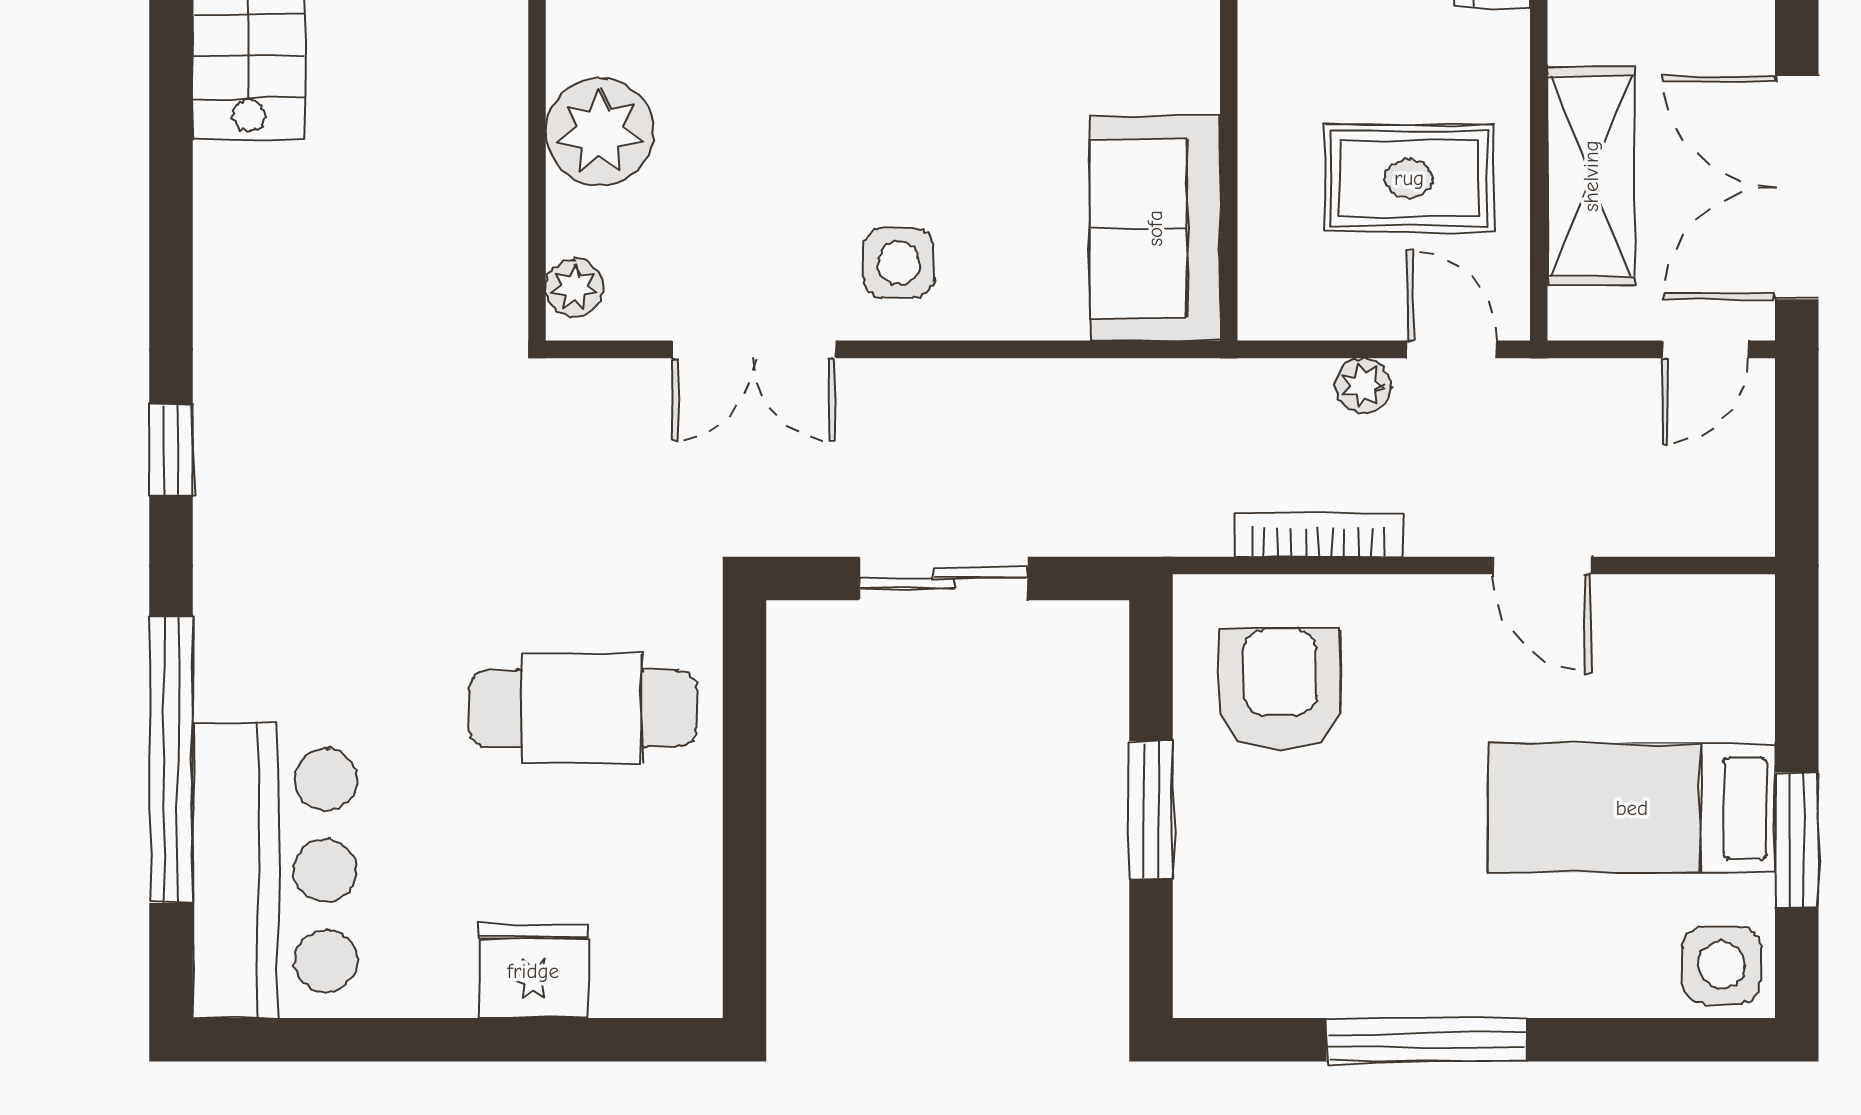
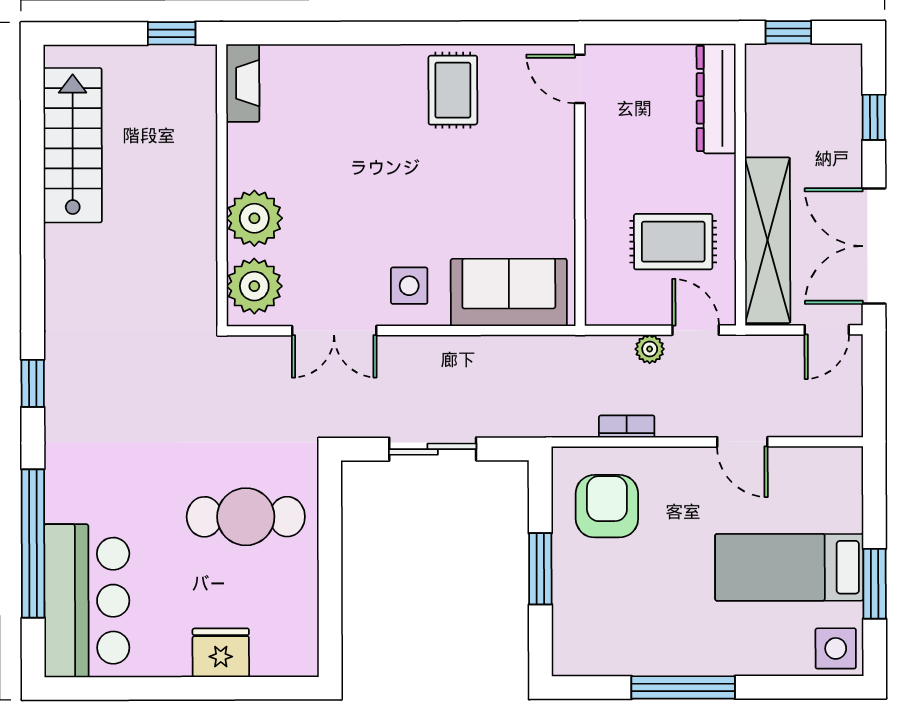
shelving: (1591, 176) -> (768, 240), width x1.47
sofa: (1155, 228) -> (509, 292), moved, turned 90
plant: (574, 288) -> (254, 286), width x1.88, depth x1.88
bookcase: (1318, 535) -> (627, 427), width x0.64

